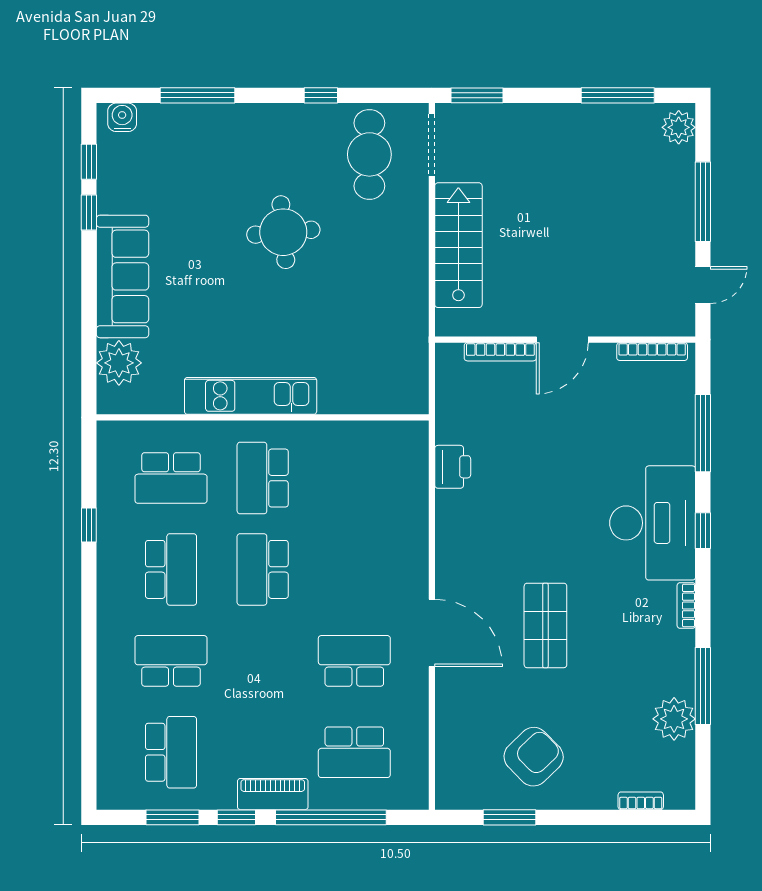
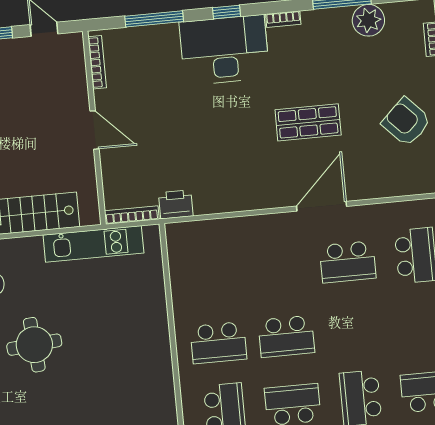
bookcase: (500, 352) -> (132, 215), moved, turned -90
kitchen unit: (251, 396) -> (93, 244), moved, turned -90
printer: (453, 467) -> (176, 204), moved
school desk: (354, 661) -> (348, 262), turned -90

